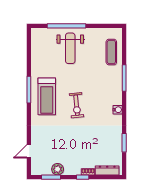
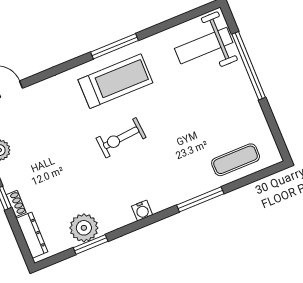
weight bench: (70, 48) -> (204, 46), moved
treadmill: (47, 96) -> (115, 81), turned 180
plant: (114, 143) -> (84, 228), added

